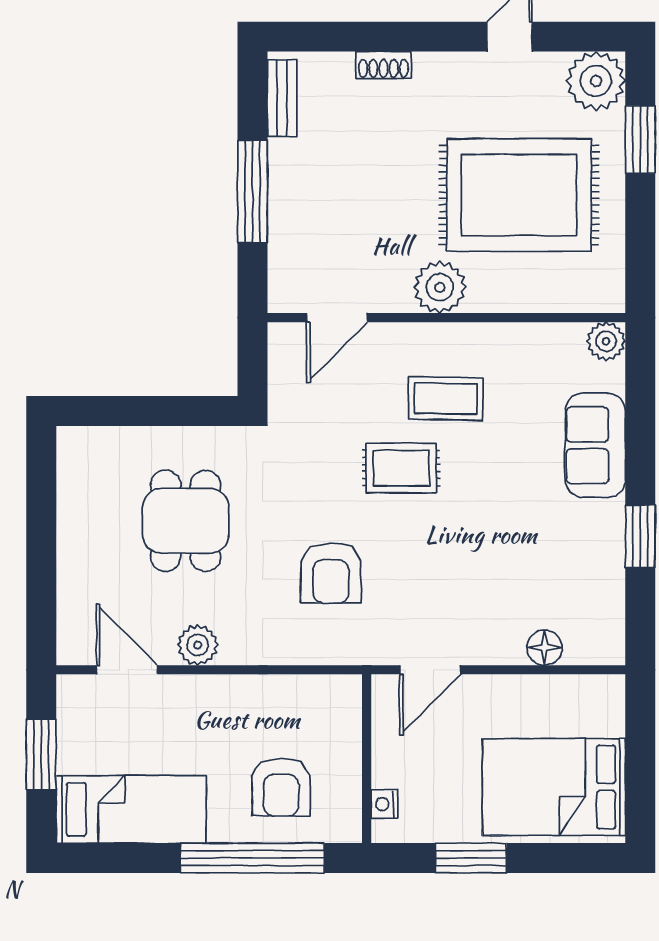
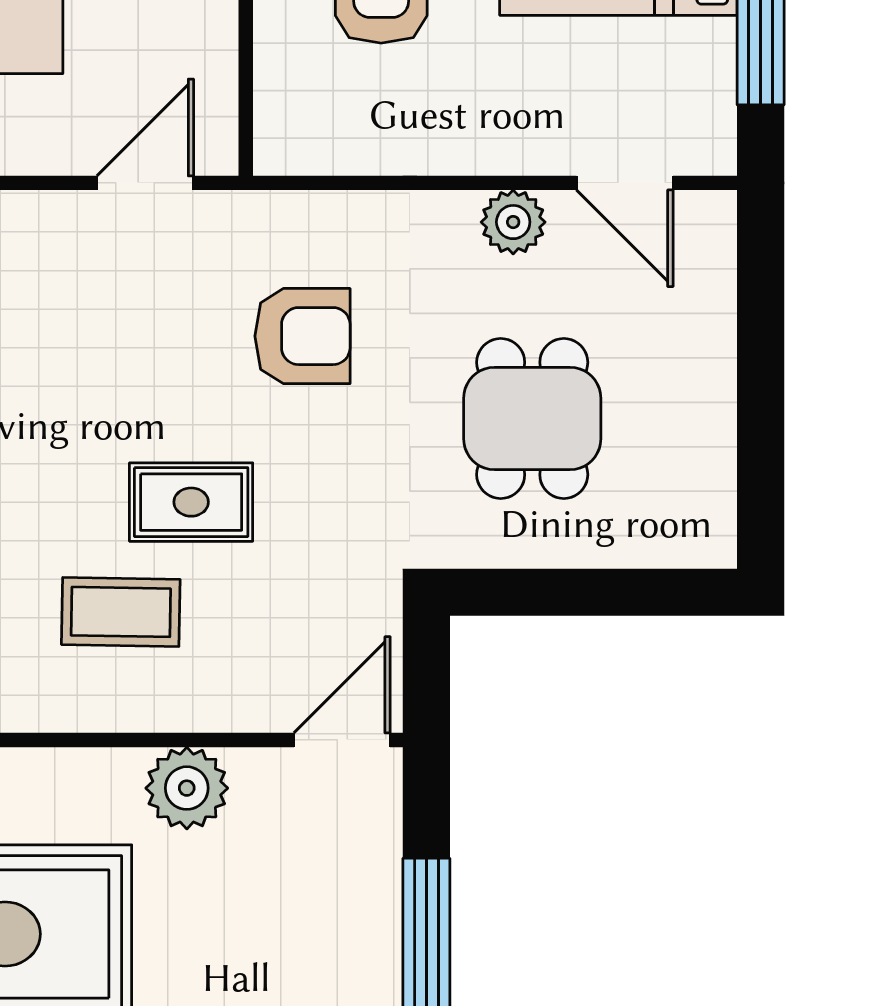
plant: (440, 287) -> (187, 788), moved
door: (337, 318) -> (342, 740), moved
armchair: (331, 573) -> (302, 336), turned 90

